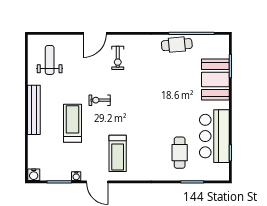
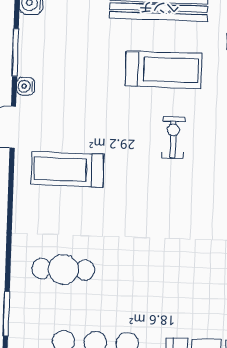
treadmill: (72, 123) -> (164, 70), moved
cafe table: (180, 153) -> (63, 269), moved

